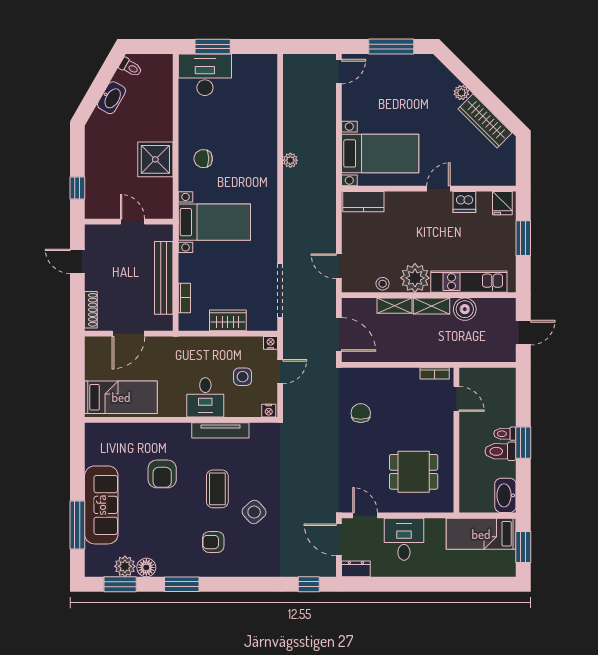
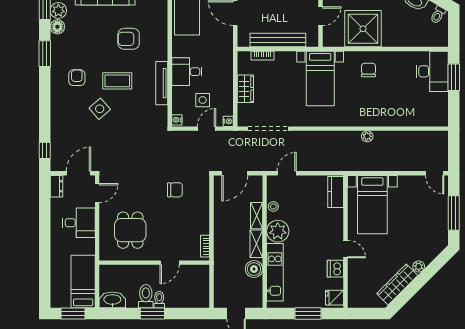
shower: (155, 159) -> (363, 29), width x1.37, depth x1.37
door: (280, 372) -> (206, 129), swing flipped
door: (456, 399) -> (170, 263), moved

